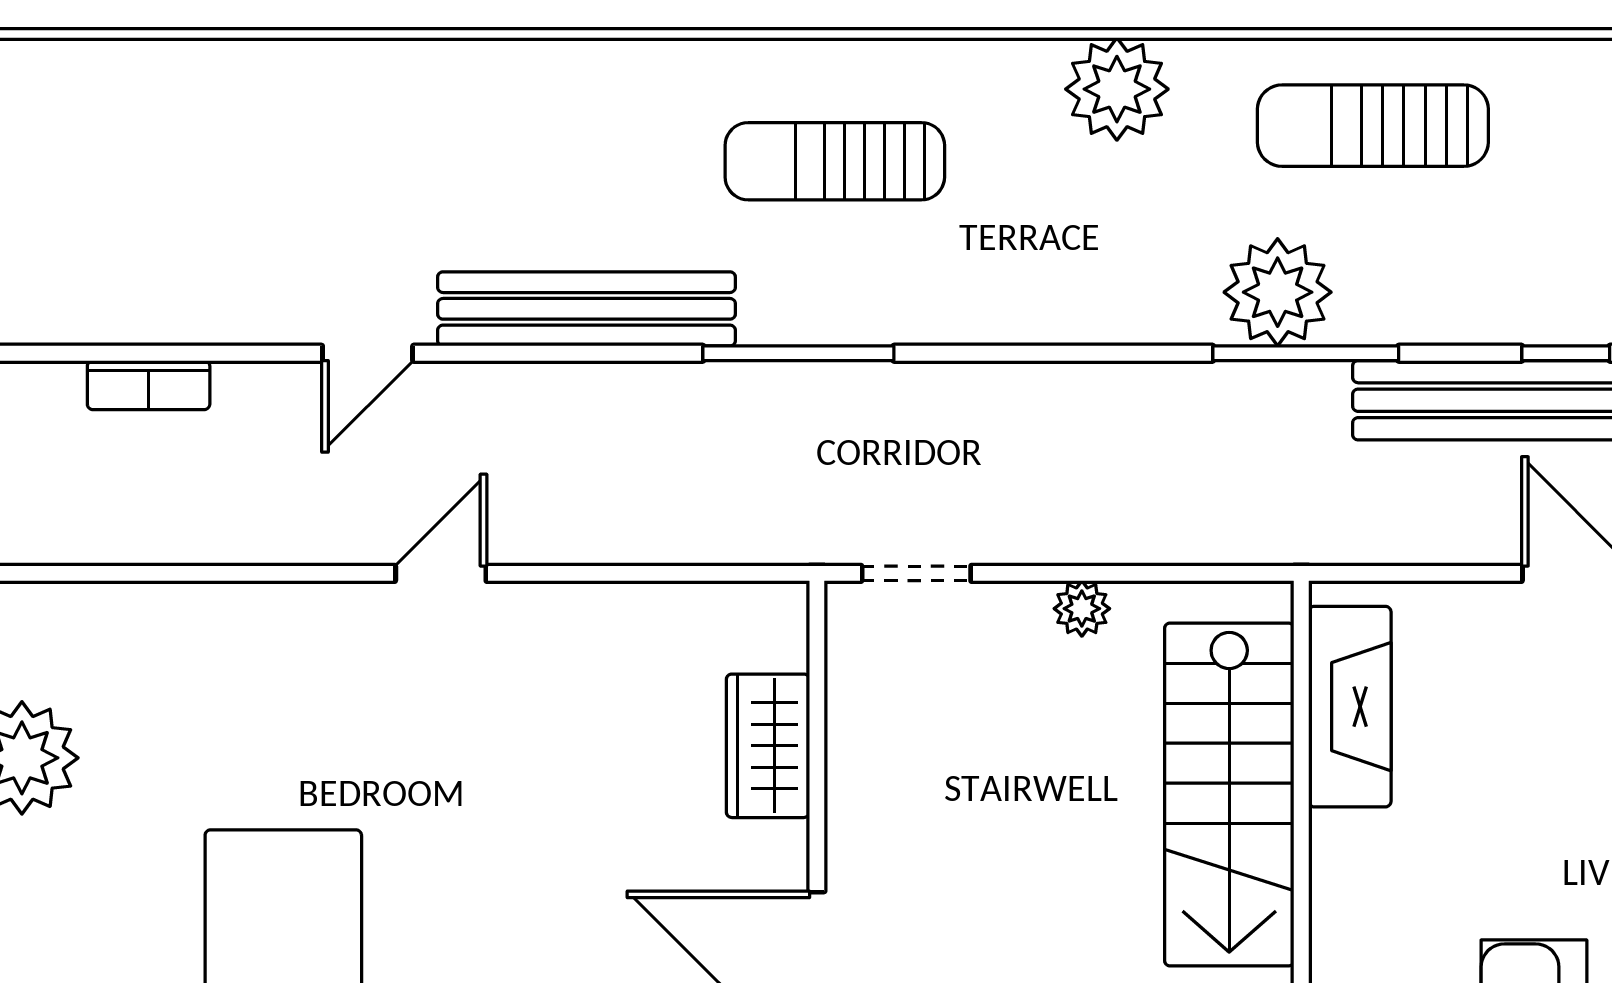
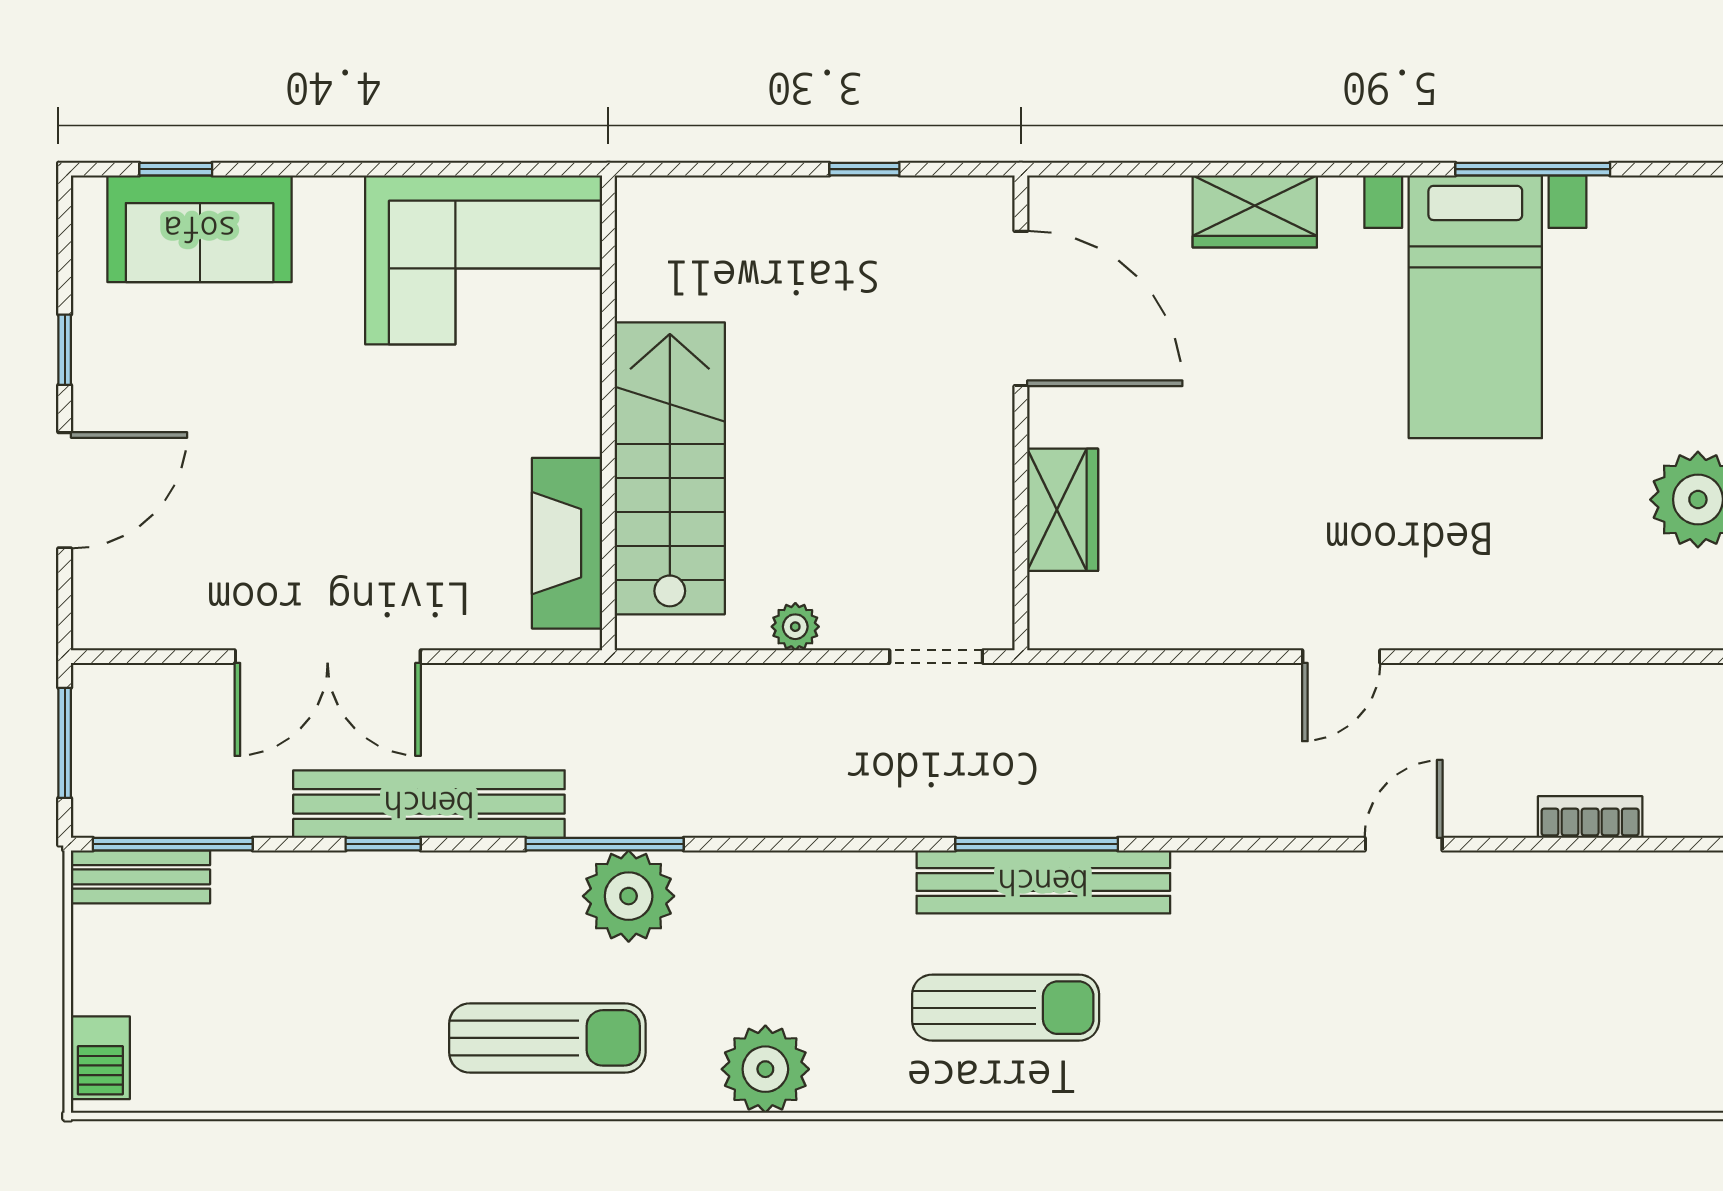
bench: (586, 309) -> (1043, 882), moved

